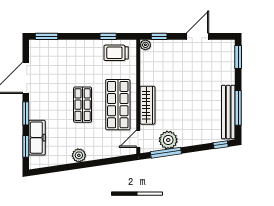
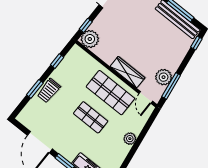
window: (47, 36) -> (35, 89), moved
plant: (145, 45) -> (90, 39), width x1.87, depth x1.87
trolley: (116, 53) -> (49, 91), moved
plant: (79, 155) -> (130, 139), moved

